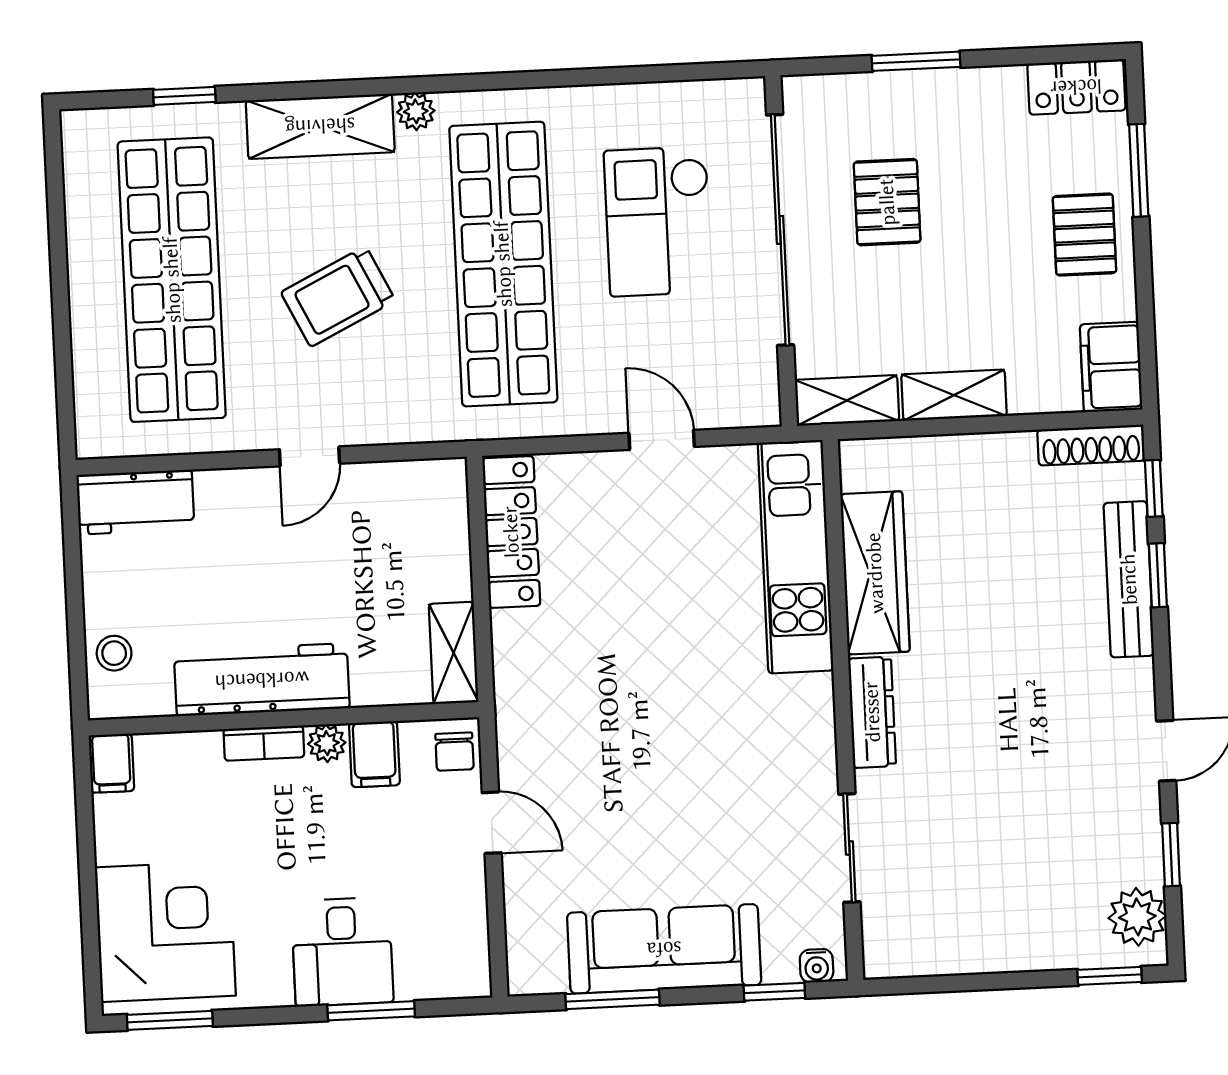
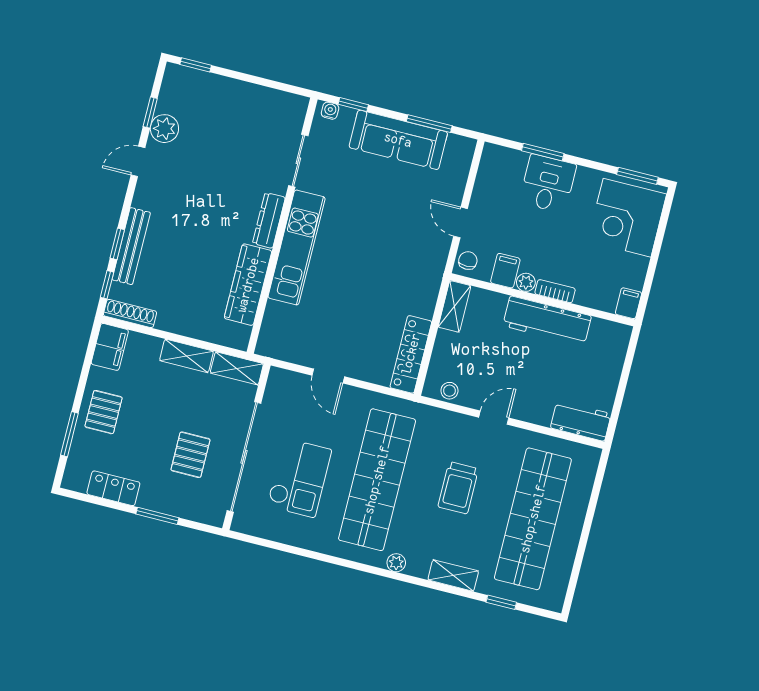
locker: (1076, 87) -> (113, 488), moved
shelving: (320, 126) -> (453, 575), width x0.67, depth x0.75
trolley: (338, 296) -> (458, 488), turned 116
kitchen unit: (796, 557) -> (297, 247), moved
stool: (114, 653) -> (449, 391), moved
plant: (1137, 917) -> (164, 129), moved

